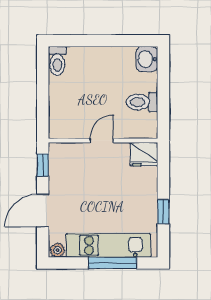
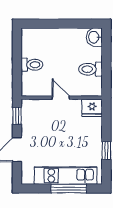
toilet: (57, 61) -> (32, 65), moved, turned -90
door: (102, 141) -> (61, 98), hinge flipped
plant: (58, 250) -> (28, 179), removed

